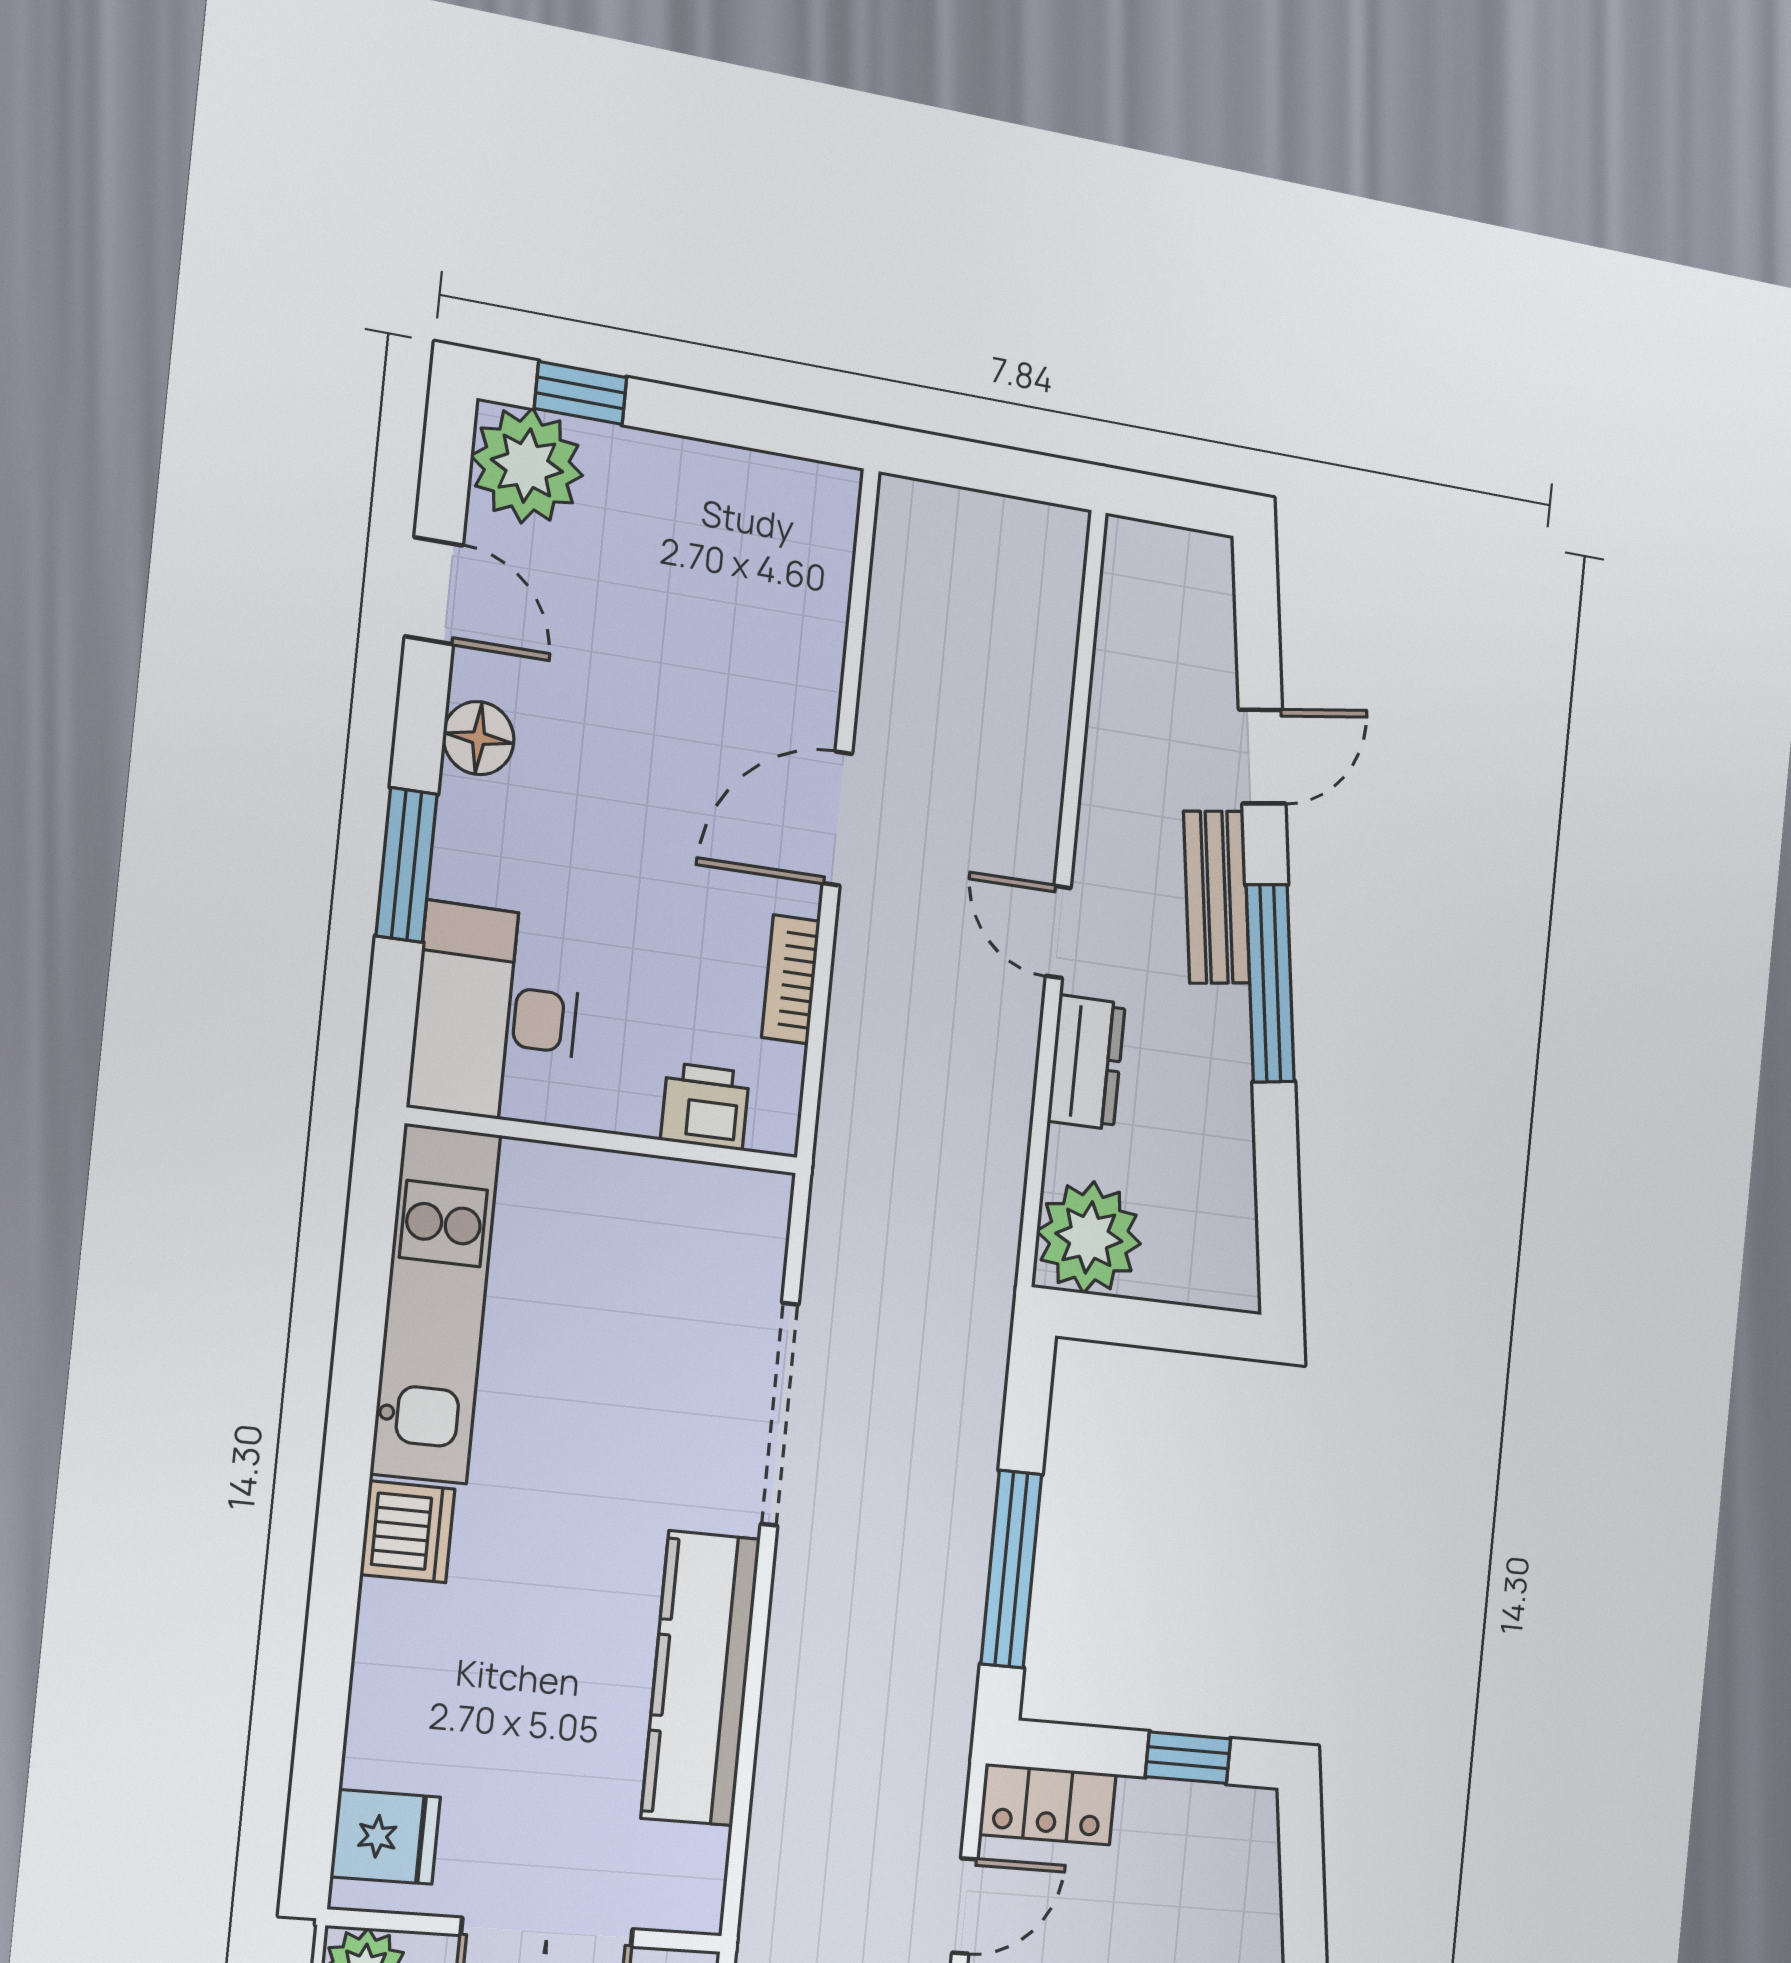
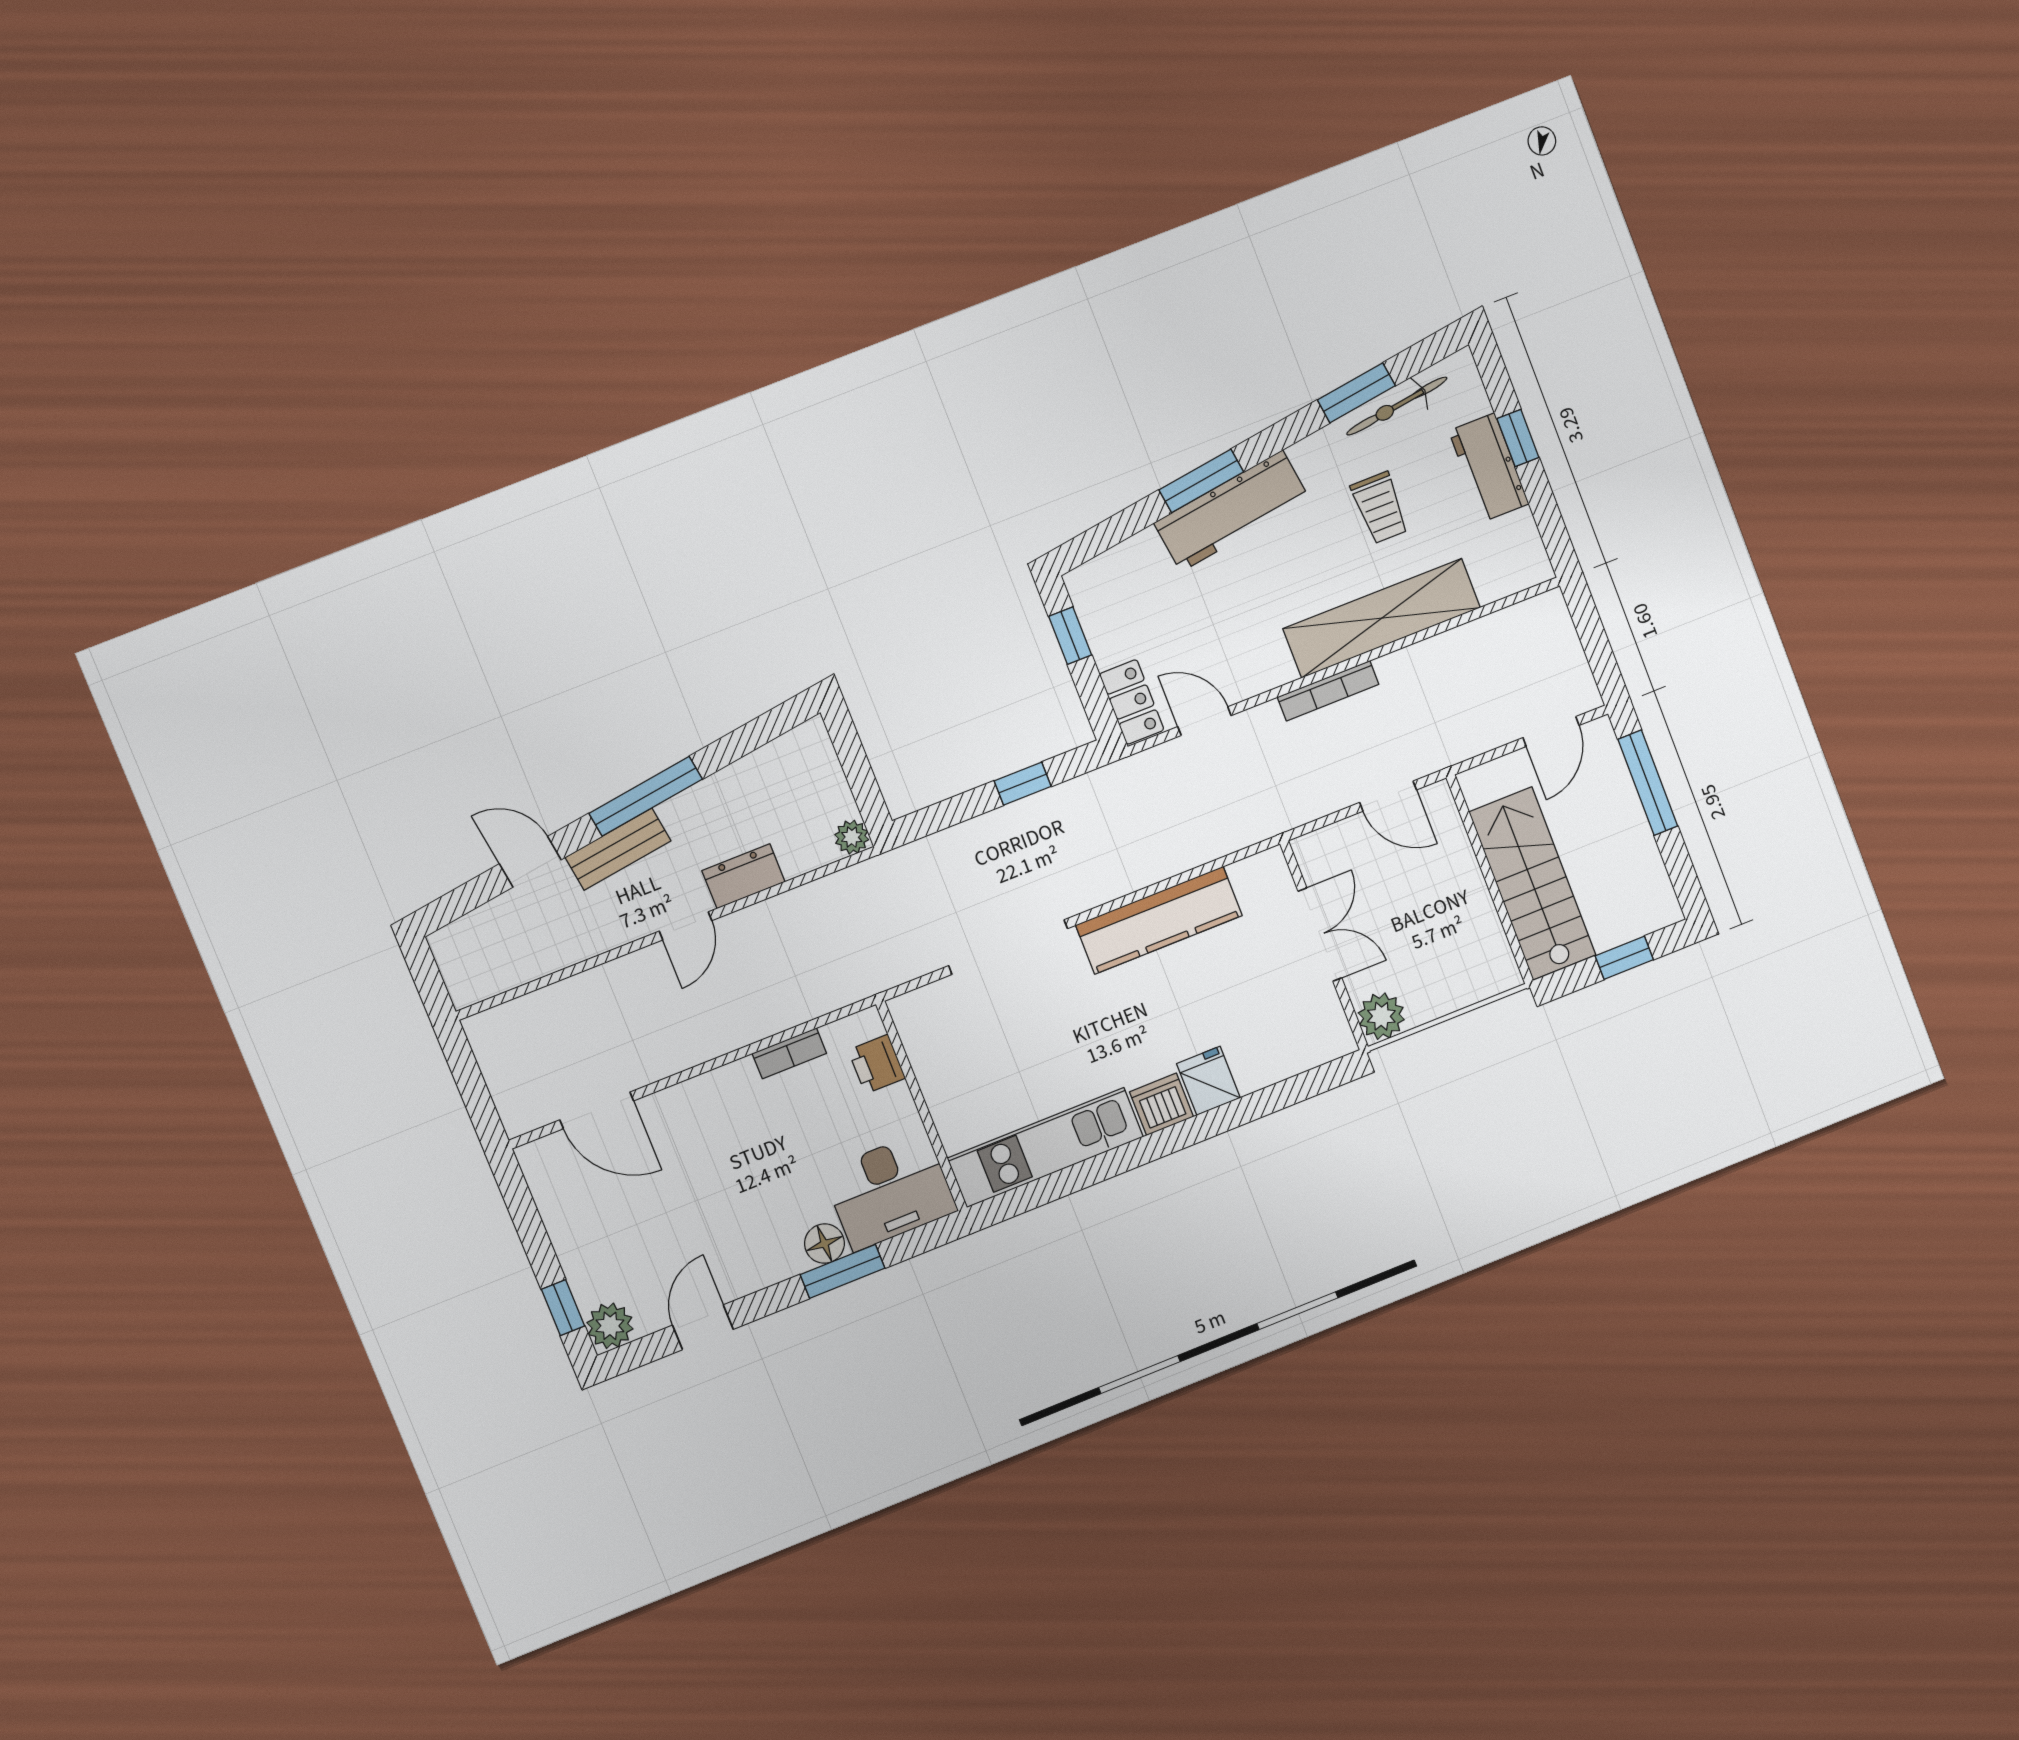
plant: (527, 466) -> (610, 1326), width x0.73, depth x0.73
floor lamp: (479, 738) -> (824, 1244), moved
door: (837, 818) -> (597, 1110), moved
plant: (1089, 1237) -> (852, 837), width x0.53, depth x0.53
window: (1011, 1569) -> (1023, 784), width x0.46
fridge: (385, 1837) -> (1208, 1081), moved

